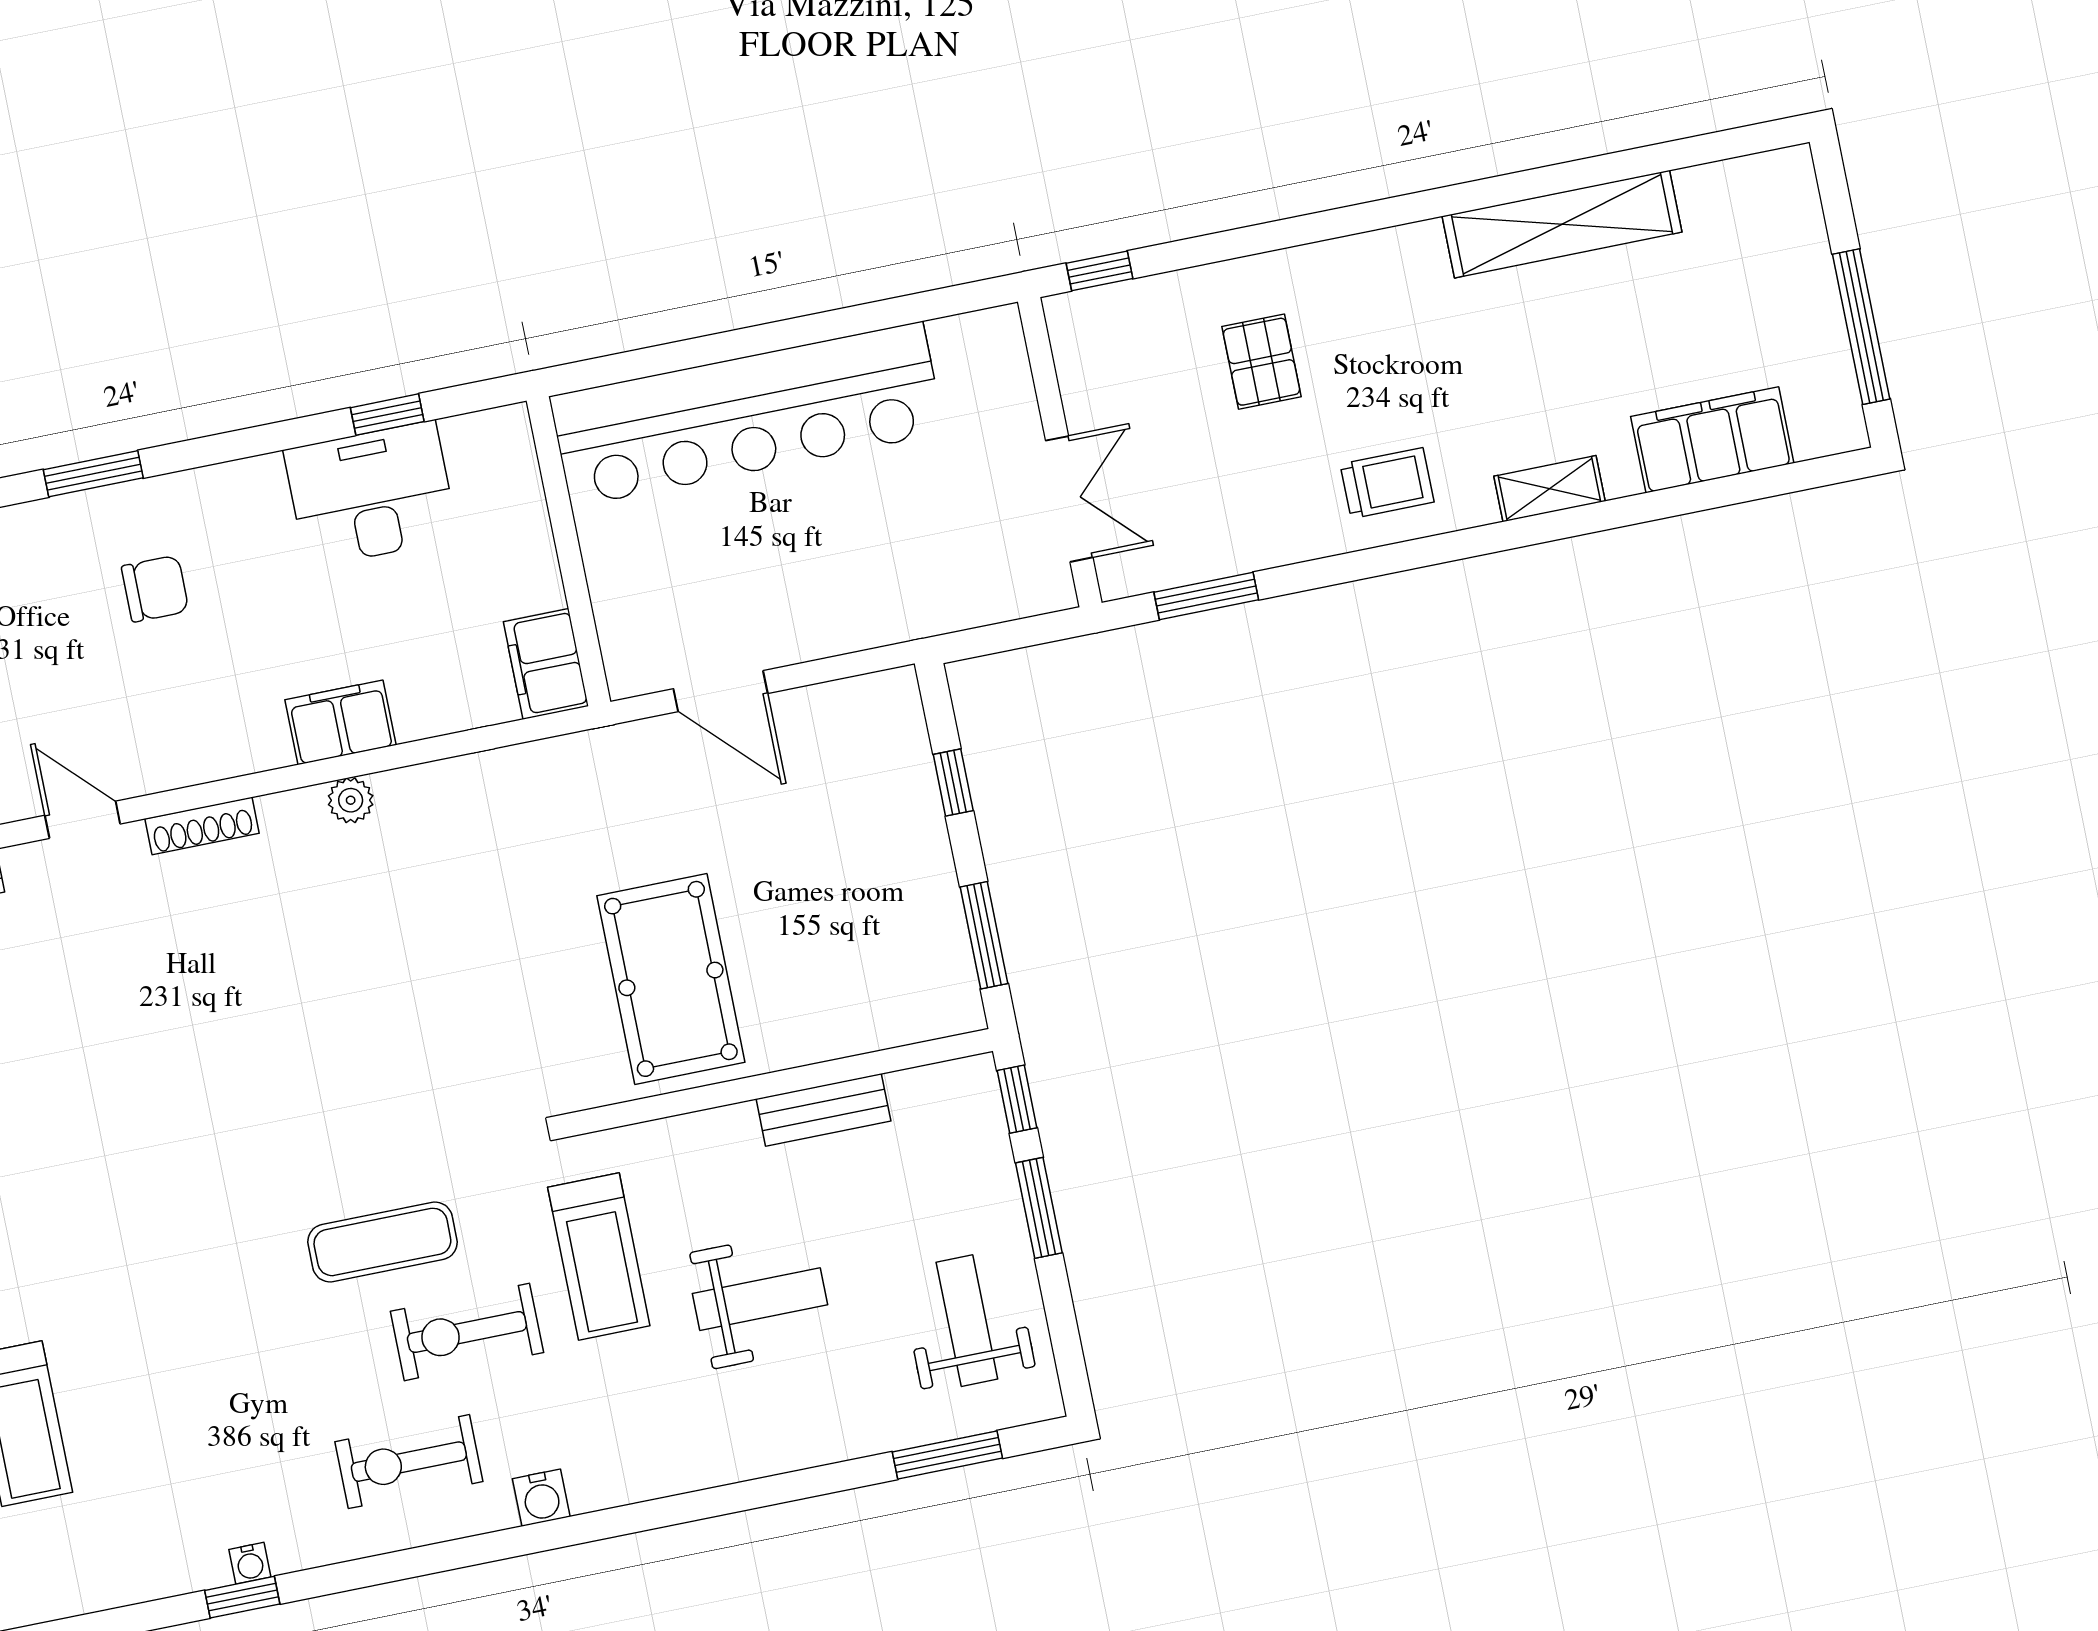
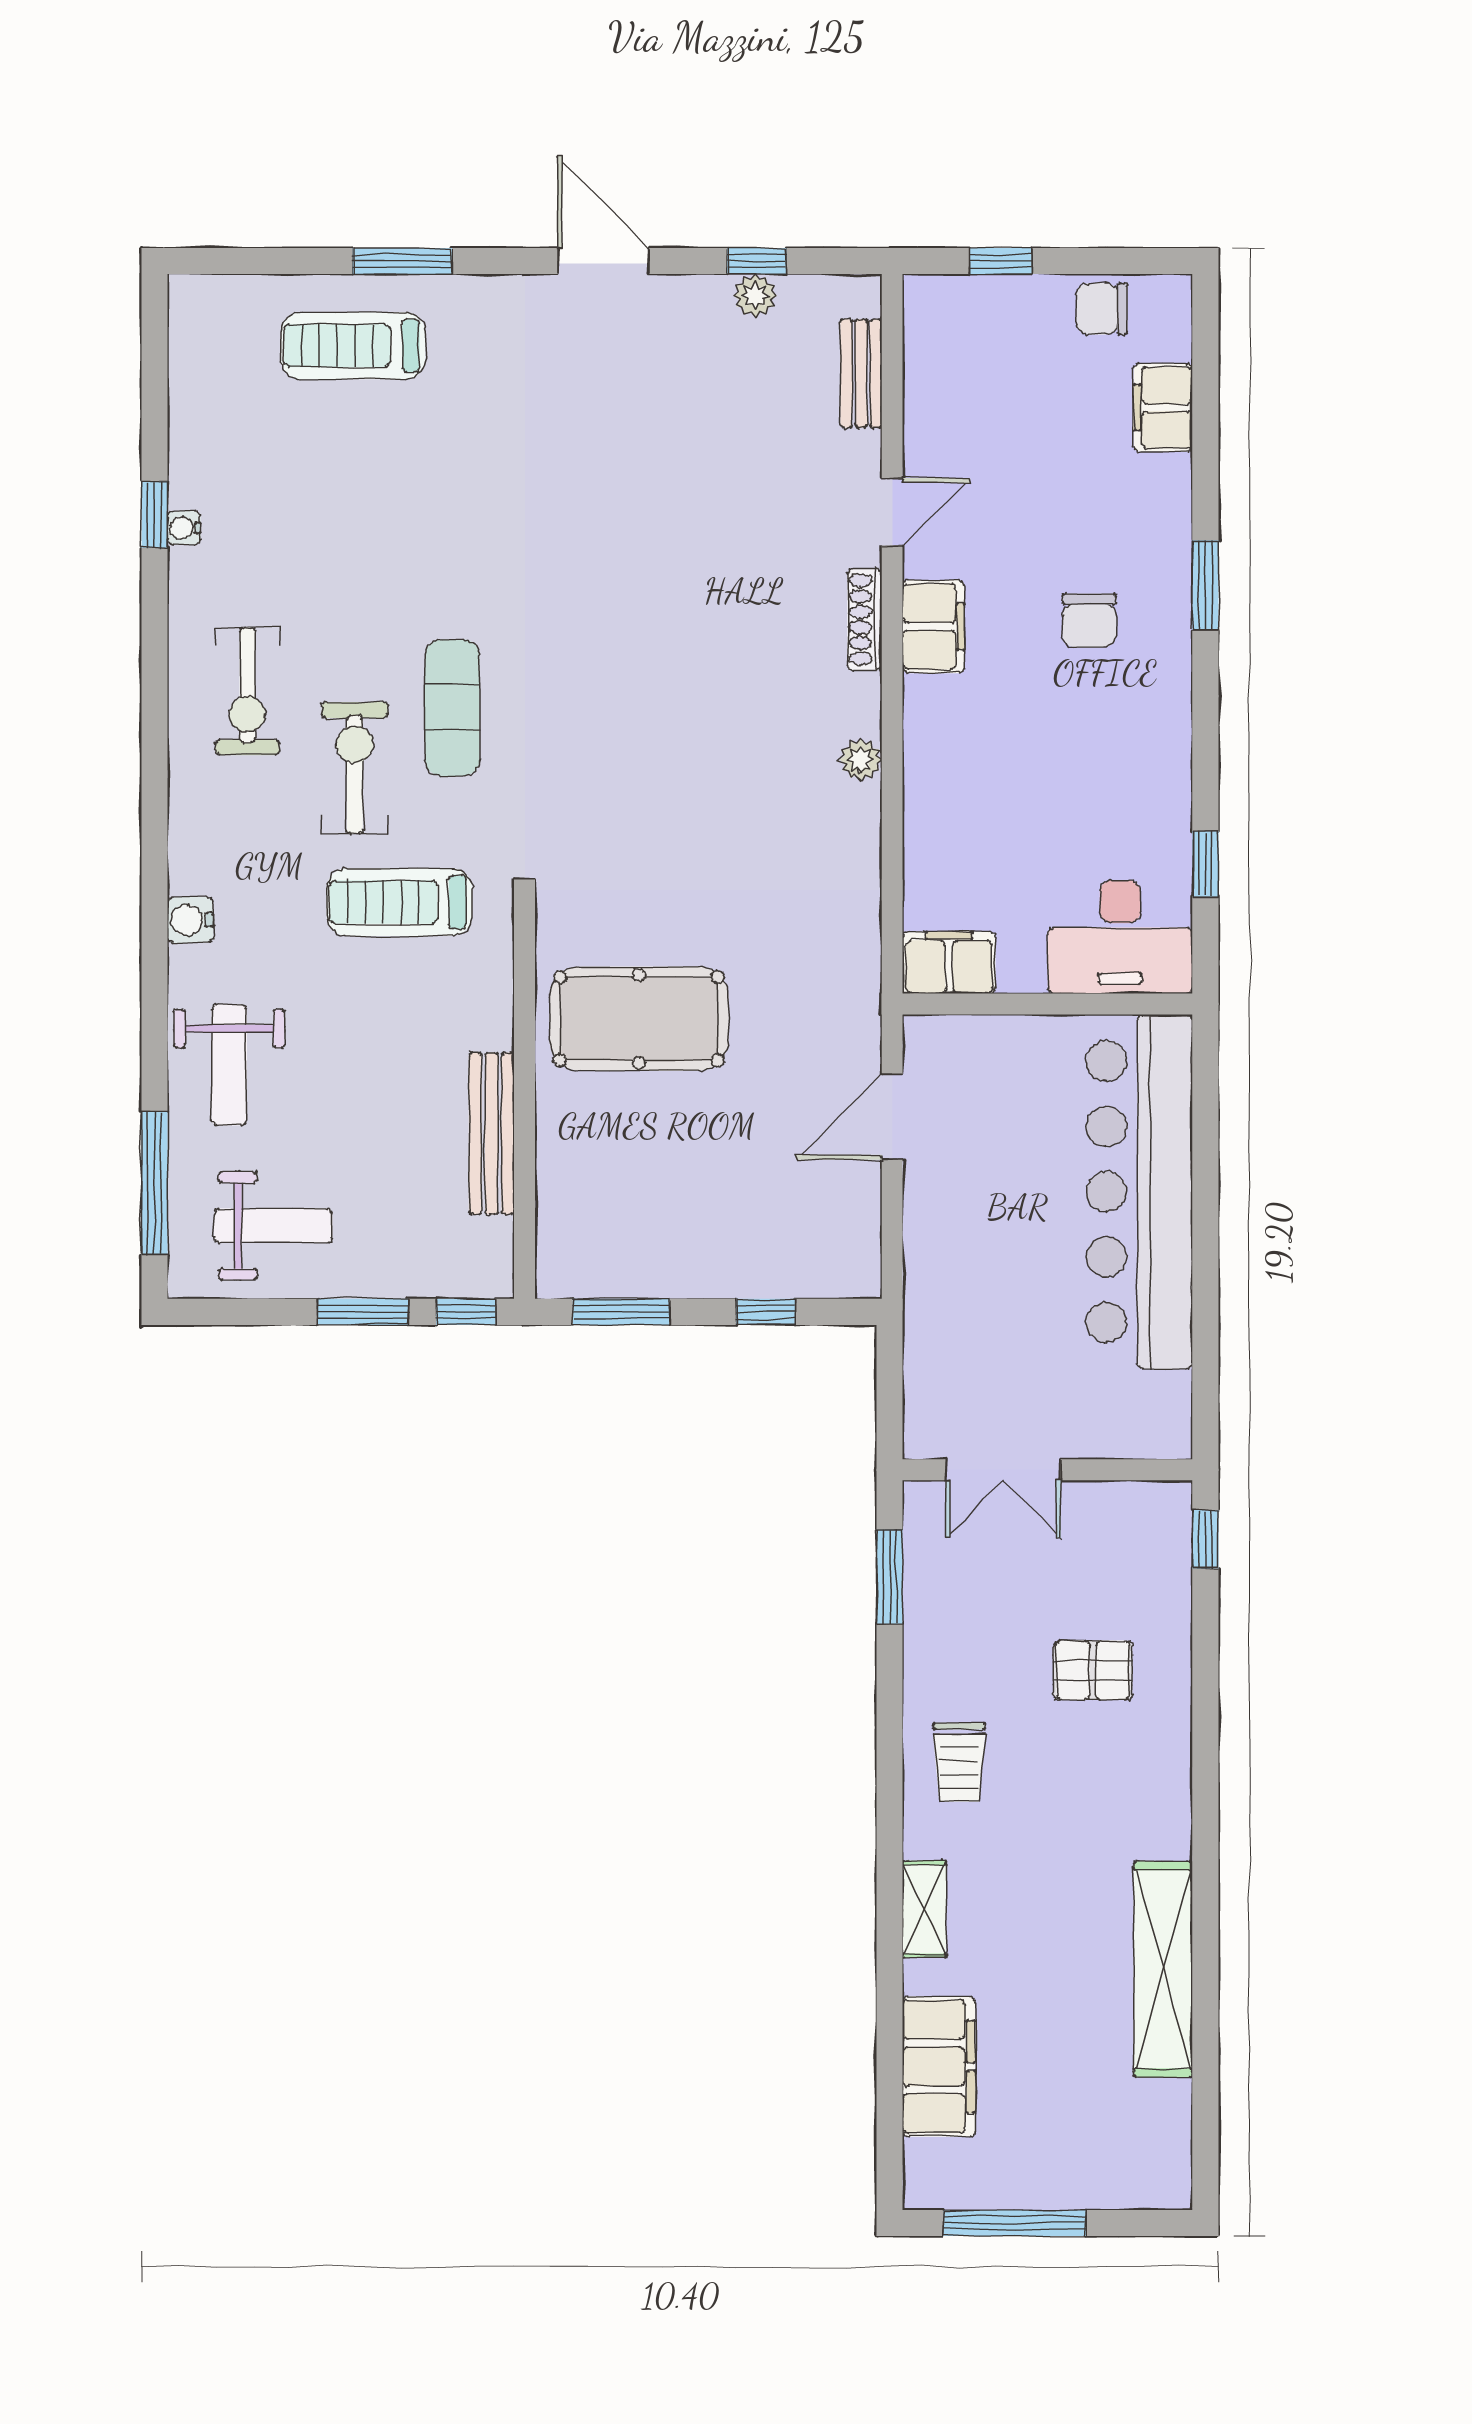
desk: (371, 494) -> (1120, 937), moved, turned 90
filing cabinet: (341, 722) -> (933, 627), moved
bench: (823, 1110) -> (492, 1134), width x1.36
weight bench: (760, 1299) -> (229, 1065), moved
window: (947, 1455) -> (154, 1183), width x1.44
exercise bike: (409, 1462) -> (247, 691), turned 180
water cooler: (541, 1498) -> (190, 920), moved

